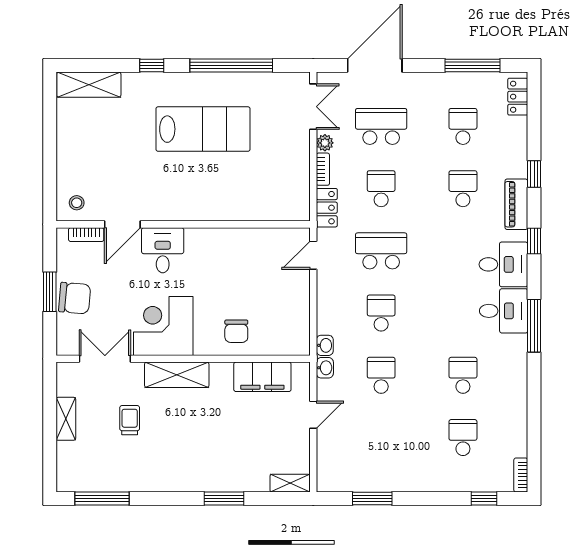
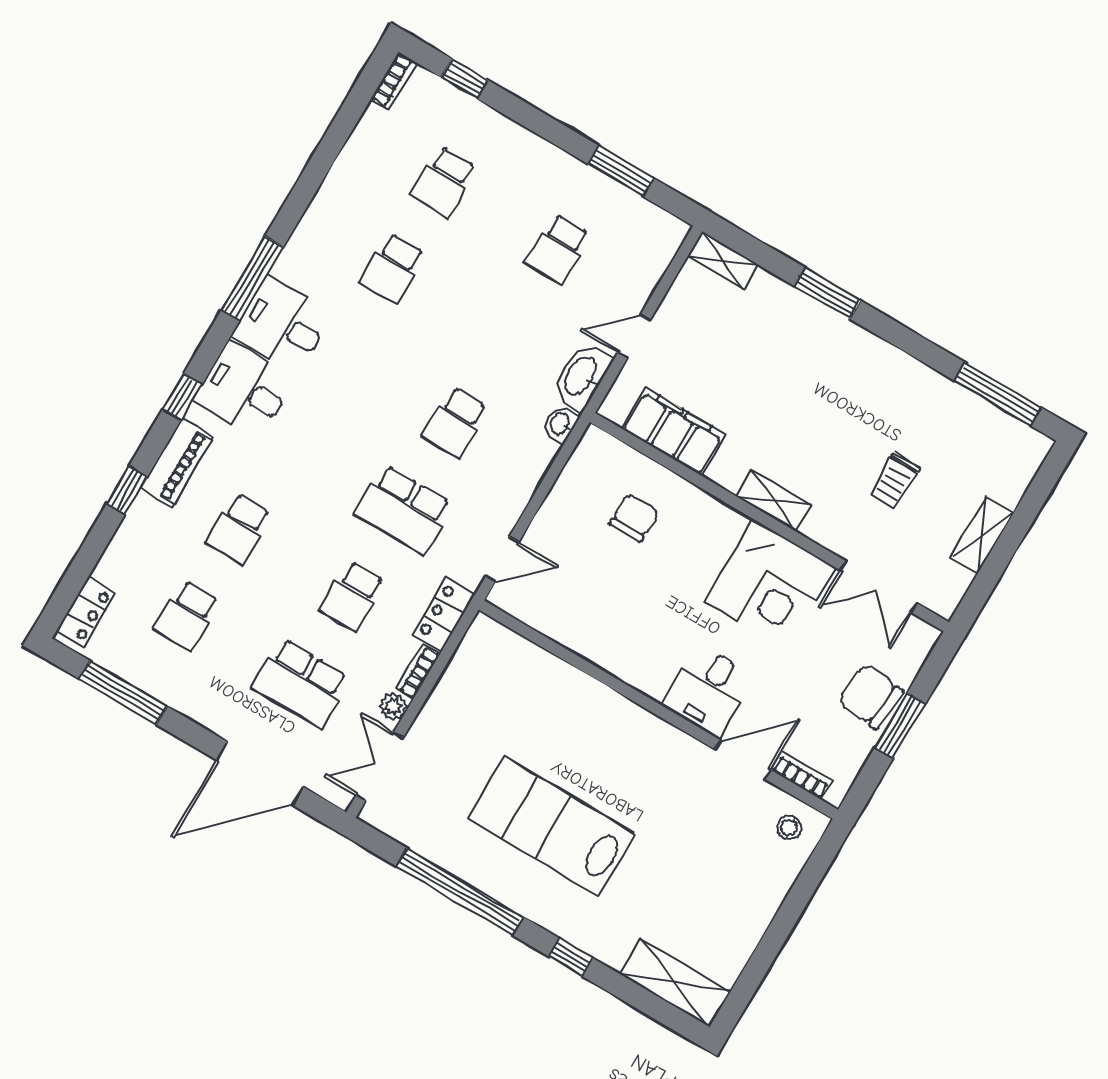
chair: (236, 331) -> (634, 518), moved
washbasin: (325, 368) -> (581, 376), width x1.91, depth x1.45
shelving: (177, 375) -> (774, 501), width x0.67, depth x0.75
school desk: (381, 375) -> (558, 249), moved

